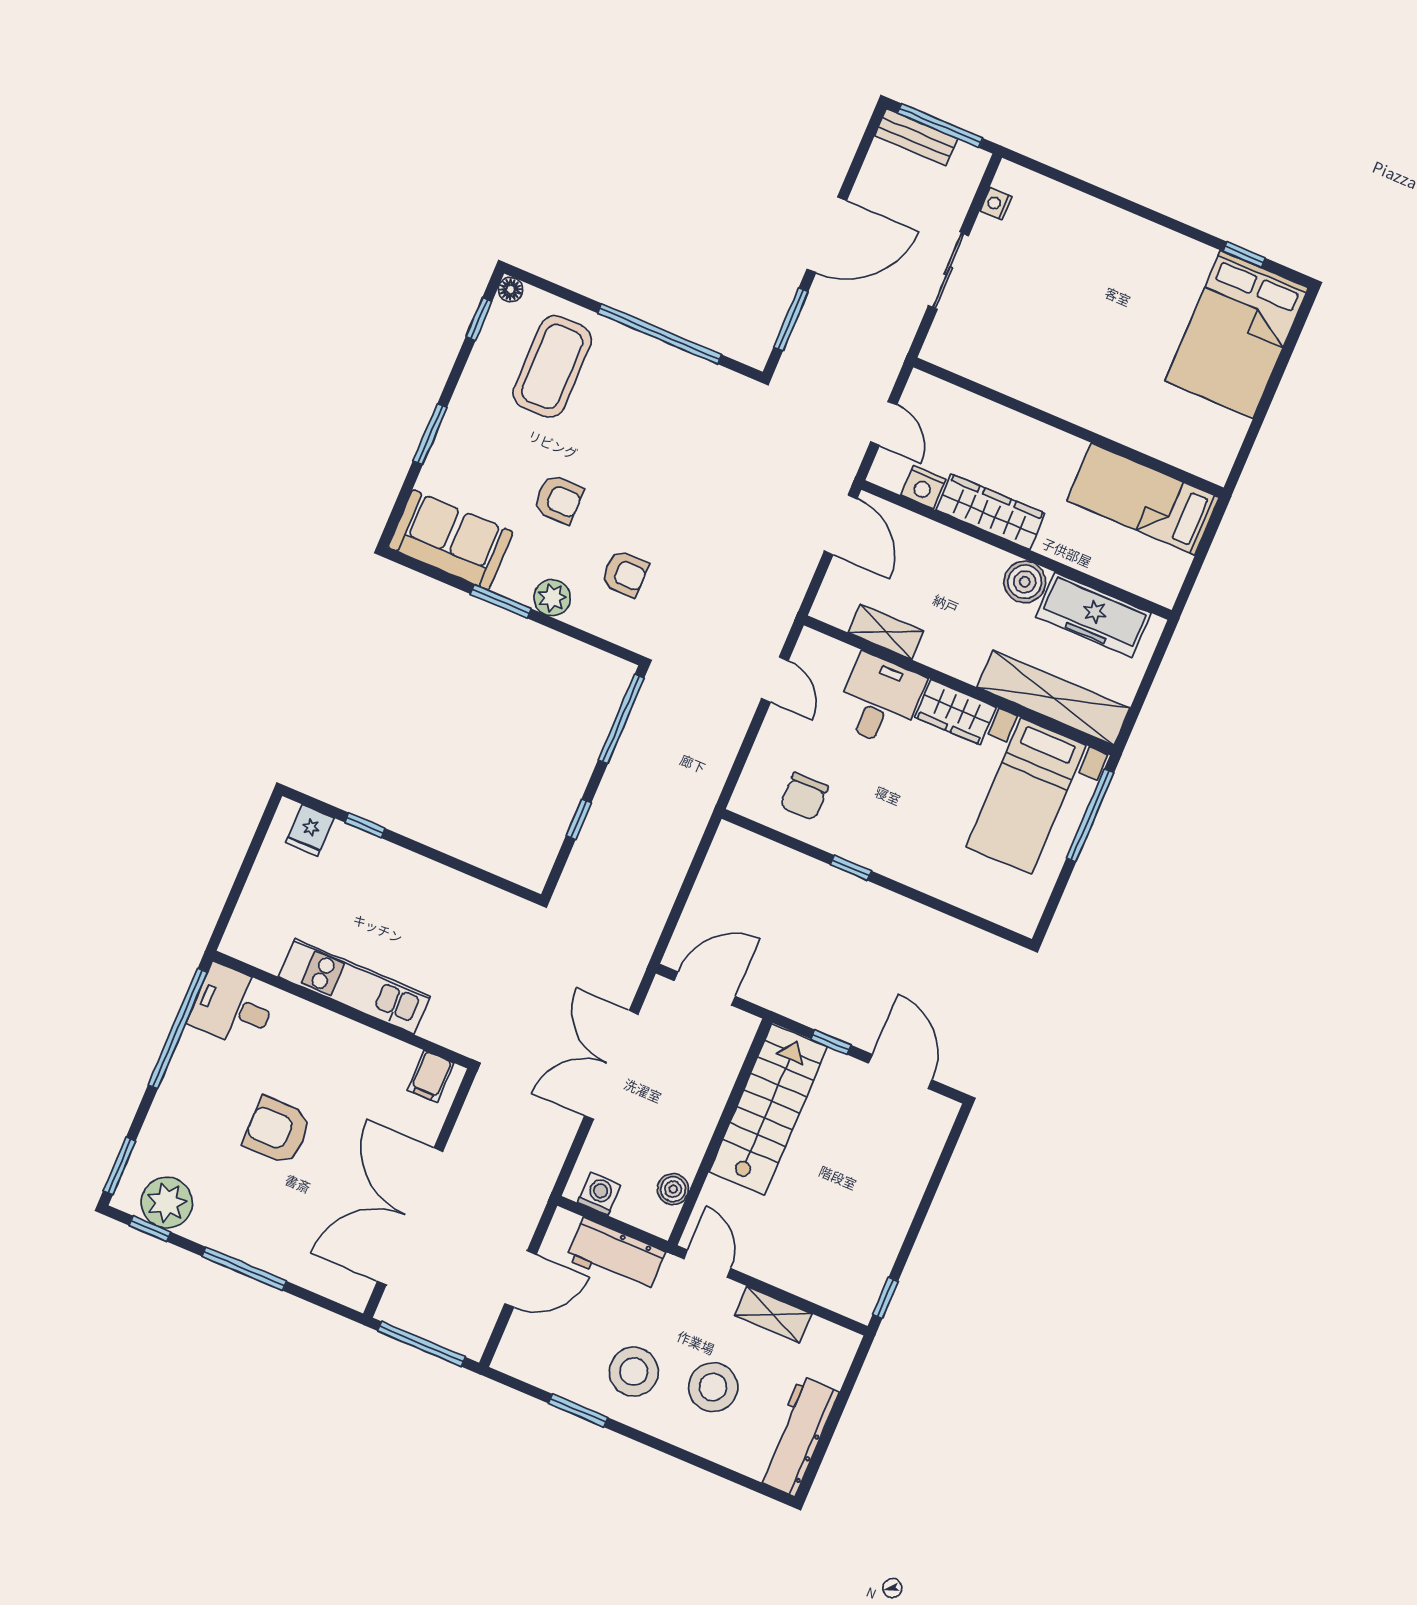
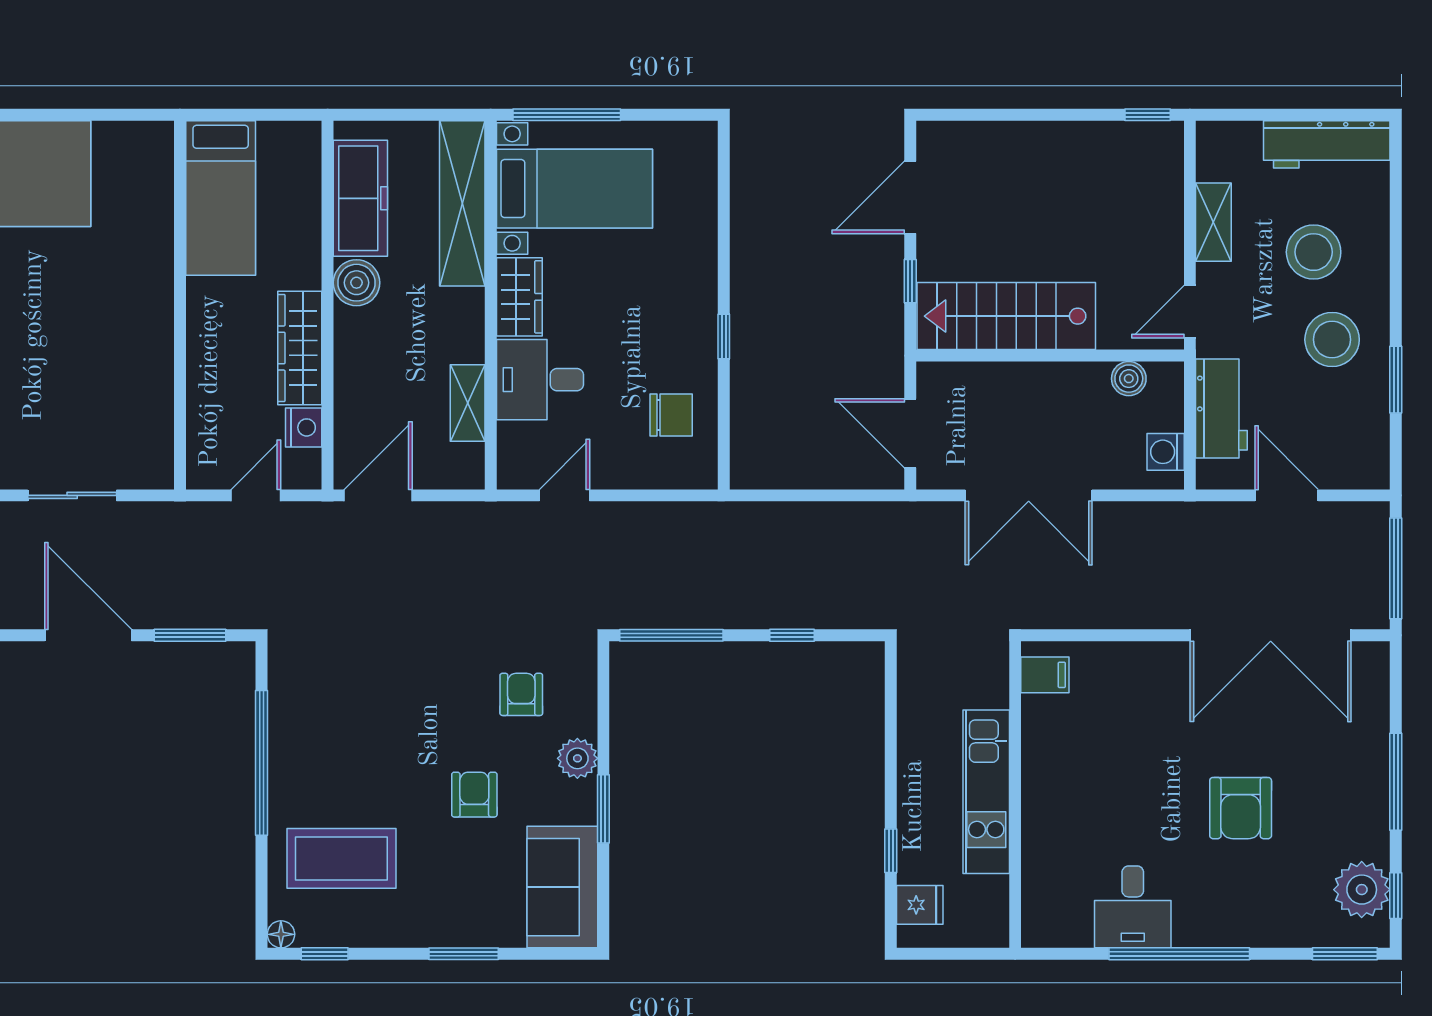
kitchen unit: (354, 986) -> (986, 792), moved
wall: (342, 1010) -> (1015, 794), moved
filing cabinet: (431, 1076) -> (1045, 675), moved

